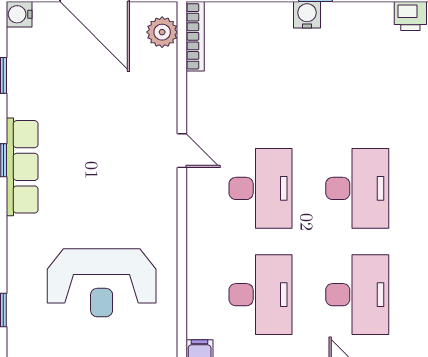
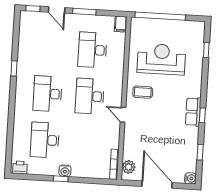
row of seats: (22, 167) -> (193, 112), width x0.68
coffee table: (140, 205) -> (143, 92), added
desk: (357, 295) -> (45, 140), moved

